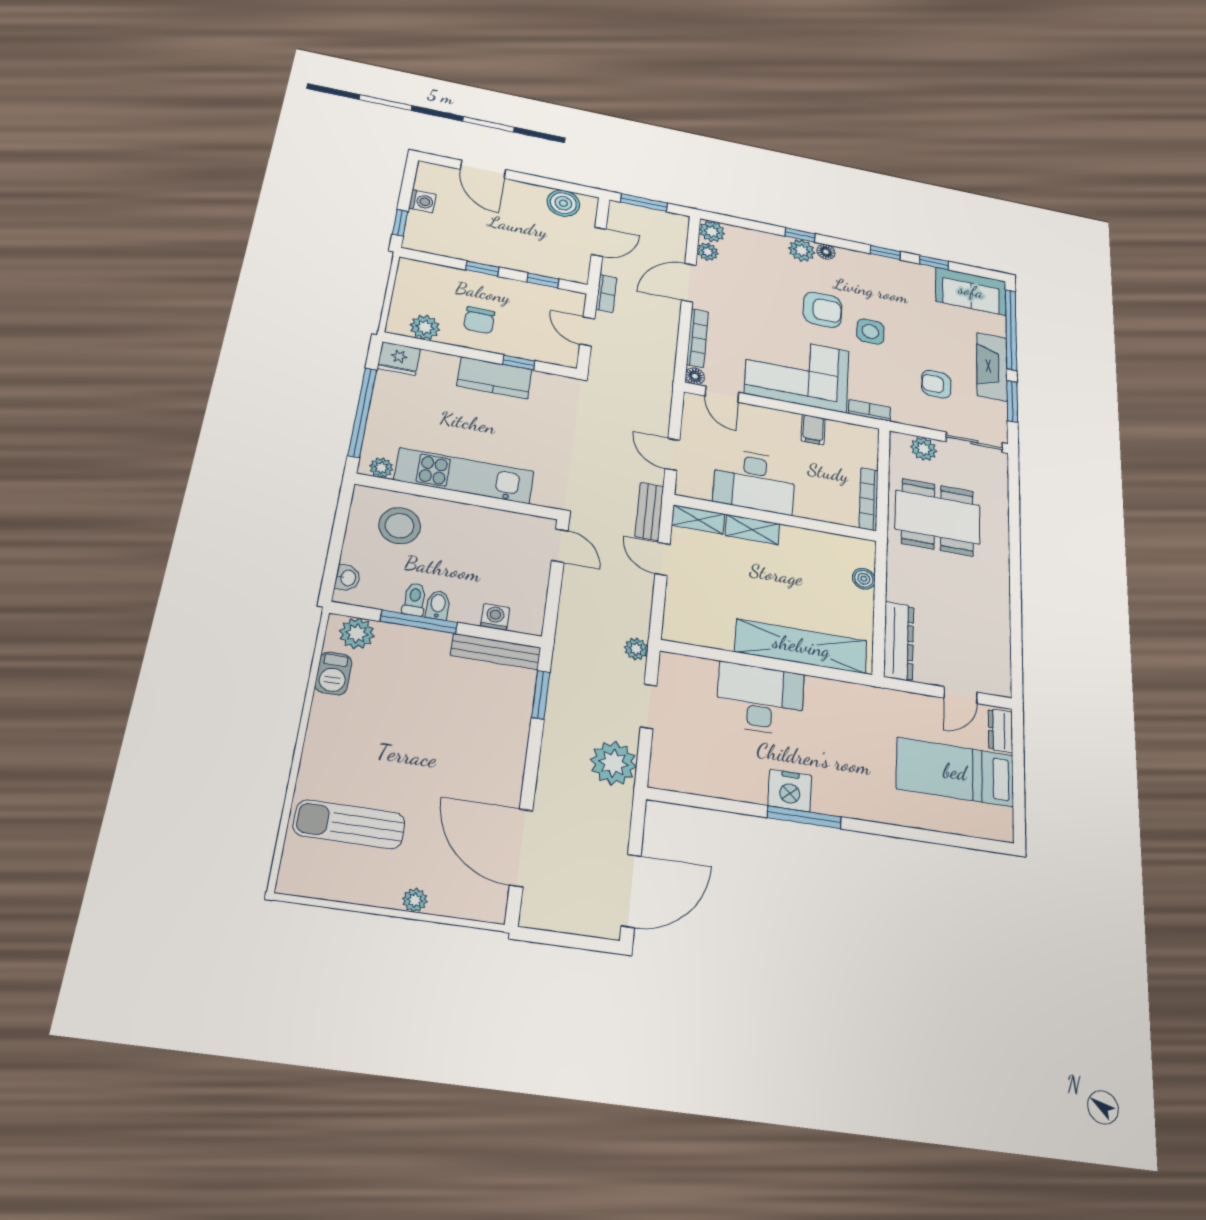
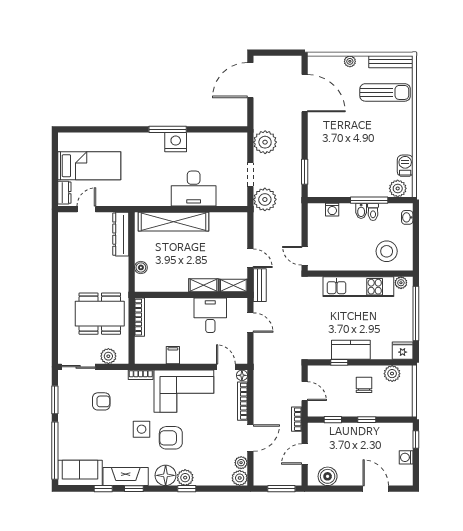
floor lamp: (826, 252) -> (166, 475), width x1.89, depth x1.89
fireplace: (992, 367) -> (126, 476), moved, turned -90
desk: (754, 481) -> (210, 315), width x0.73
plant: (636, 649) -> (265, 199), width x1.87, depth x1.87
bench: (496, 651) -> (391, 62), moved

